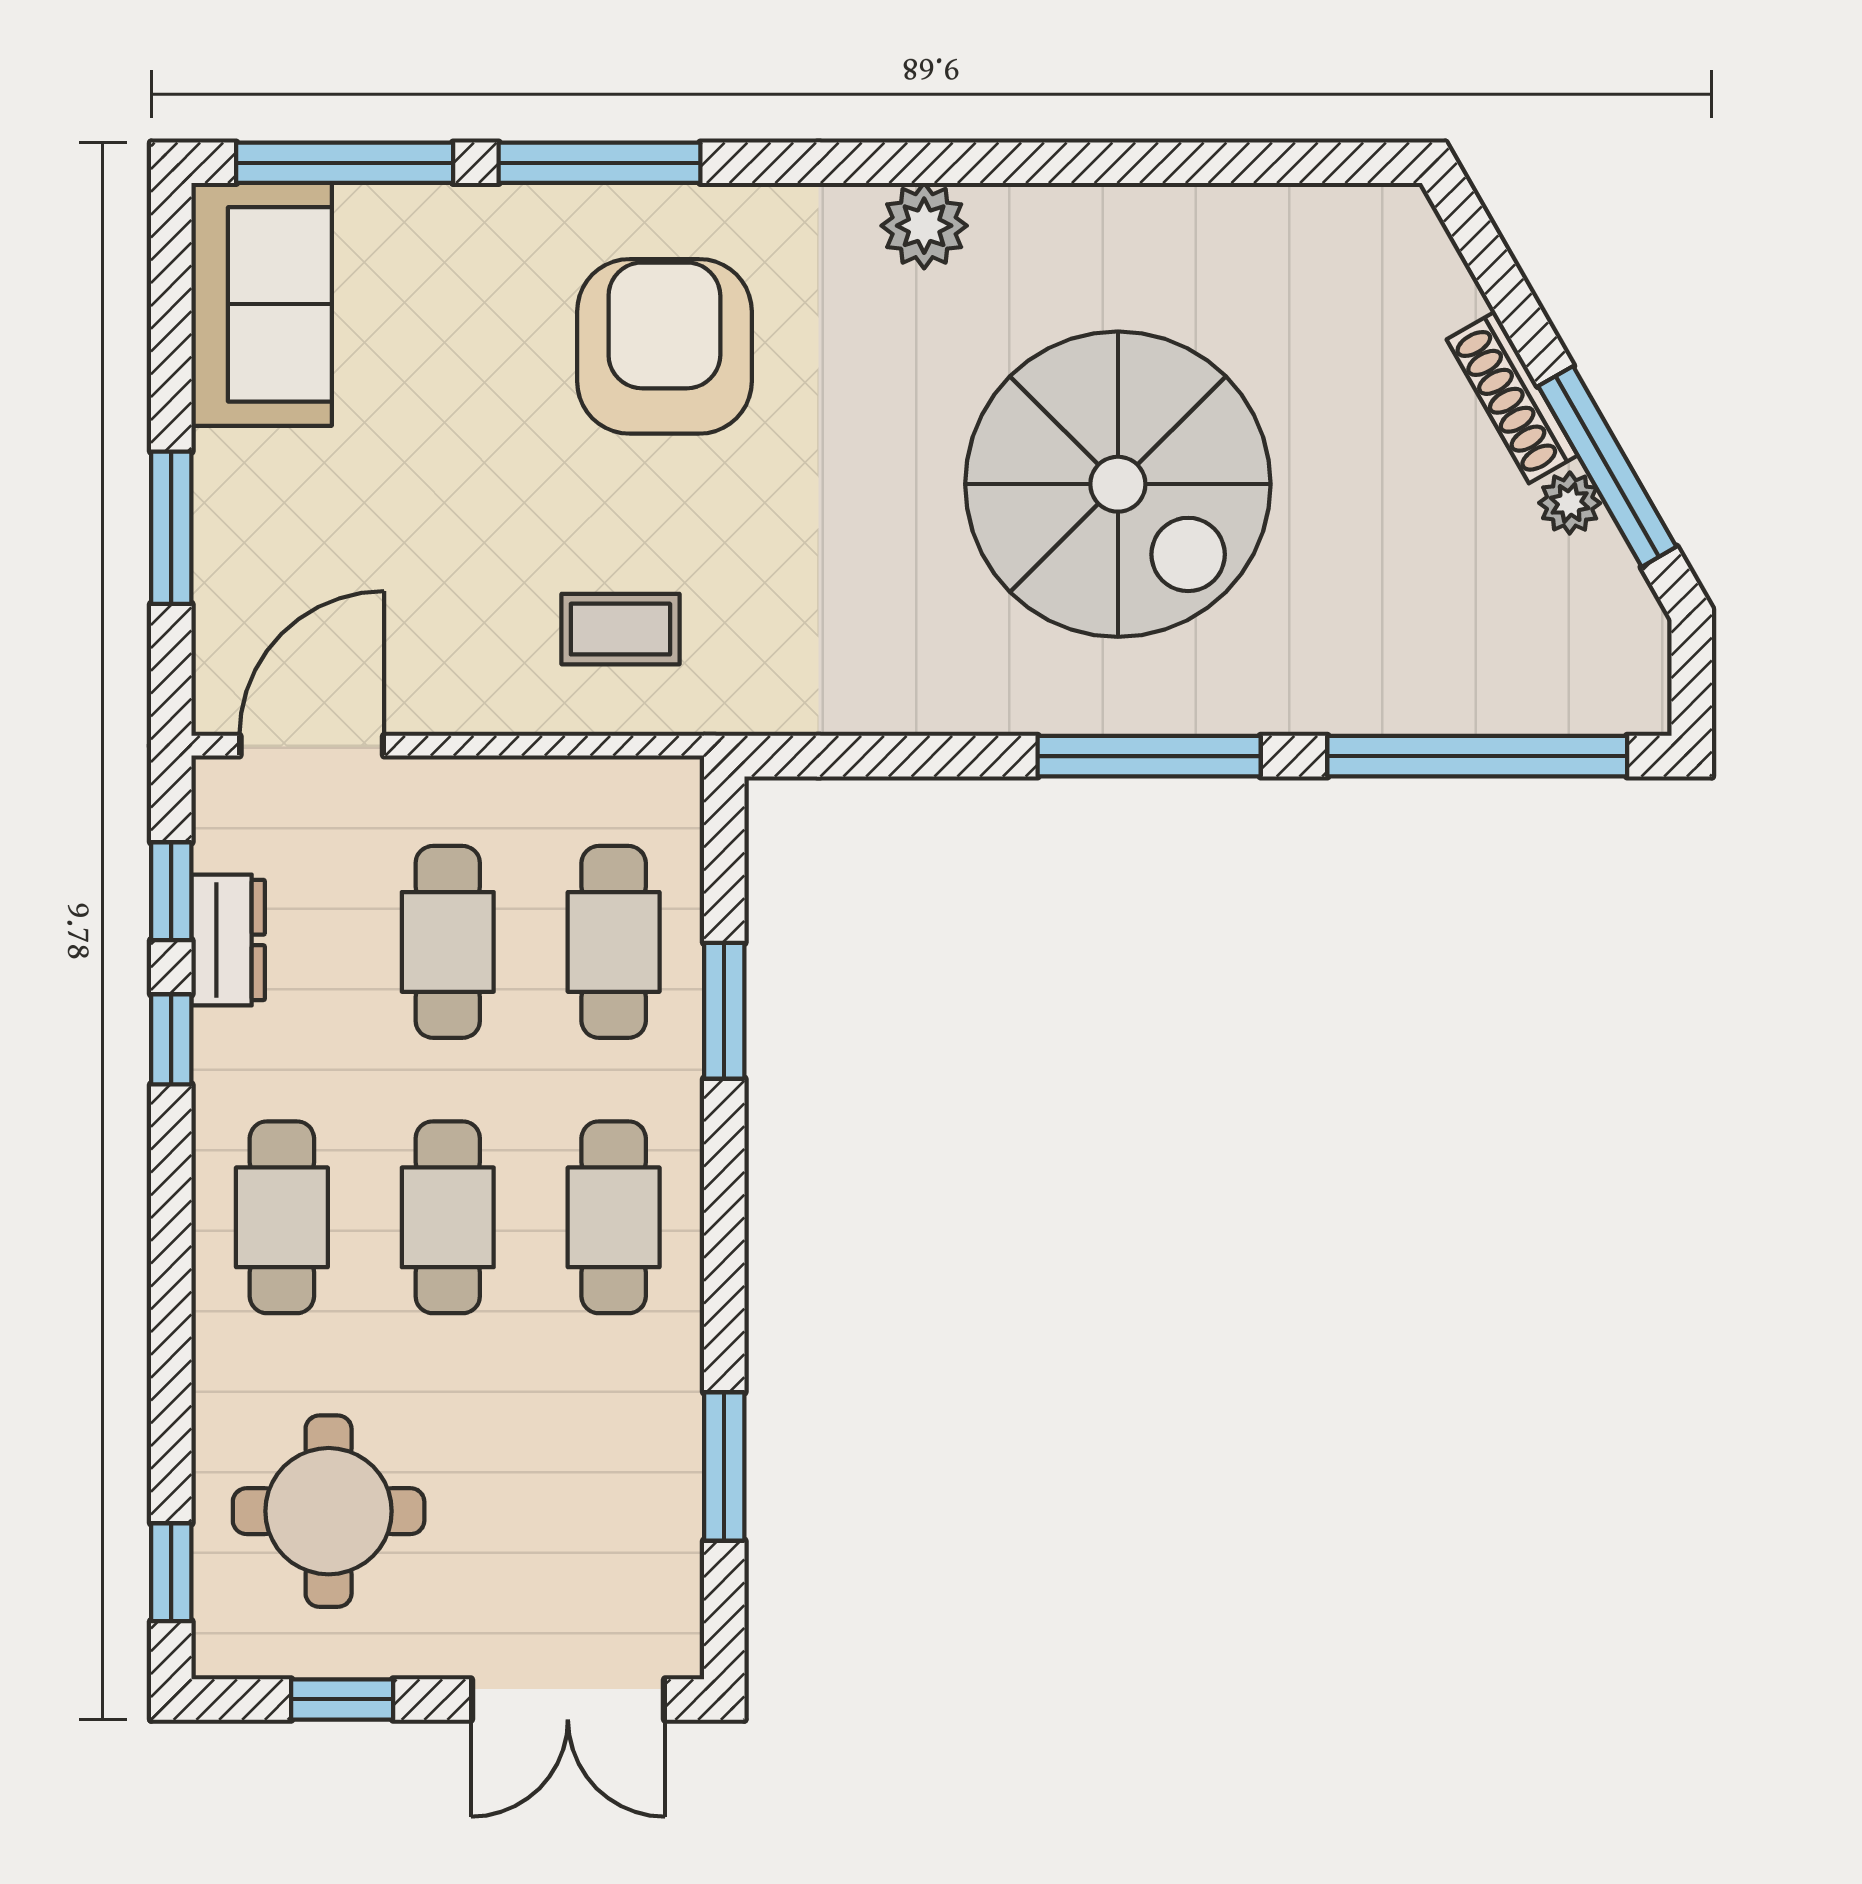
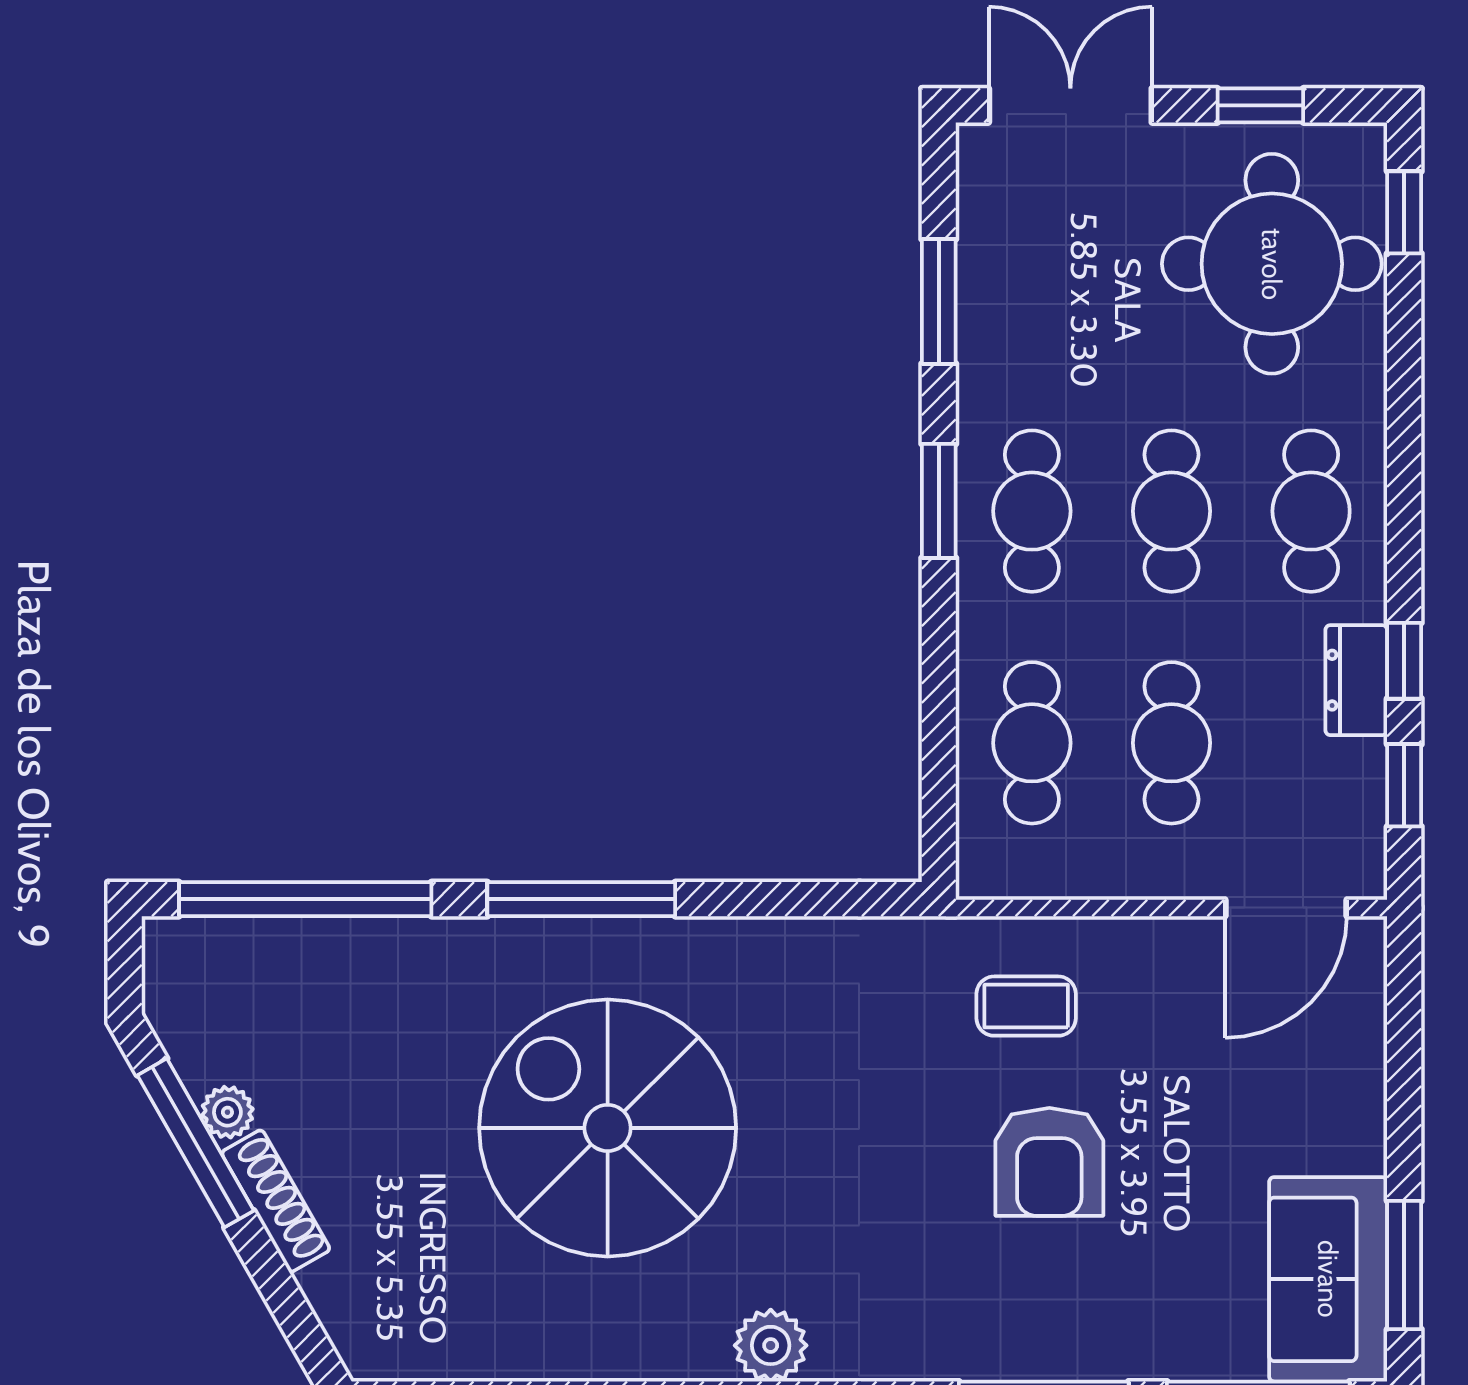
armchair: (664, 346) -> (1049, 1162), moved, width x0.73, depth x0.73
window: (171, 528) -> (1404, 1265), moved
dresser: (228, 940) -> (1356, 680), moved
window: (724, 1011) -> (939, 501), moved
round table: (329, 1511) -> (1272, 264), width x1.36, depth x1.36

